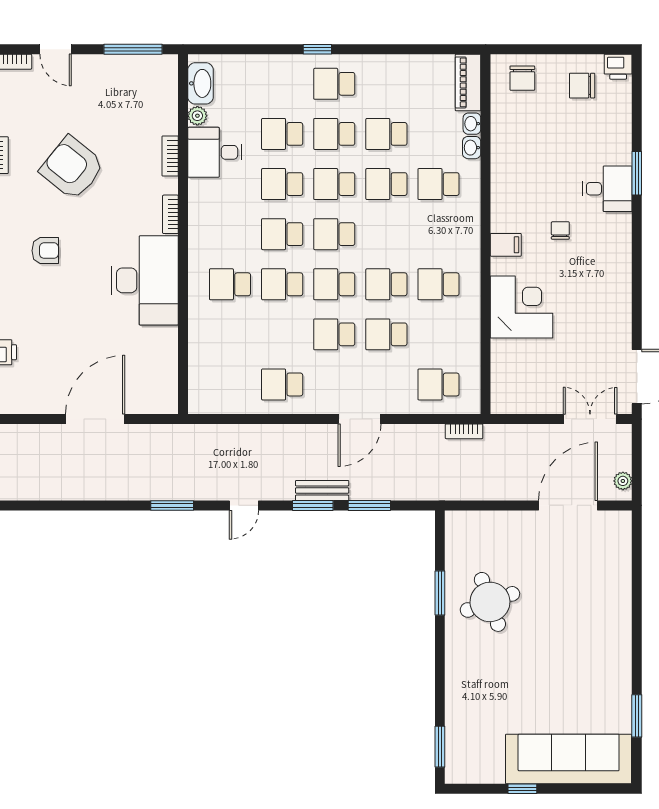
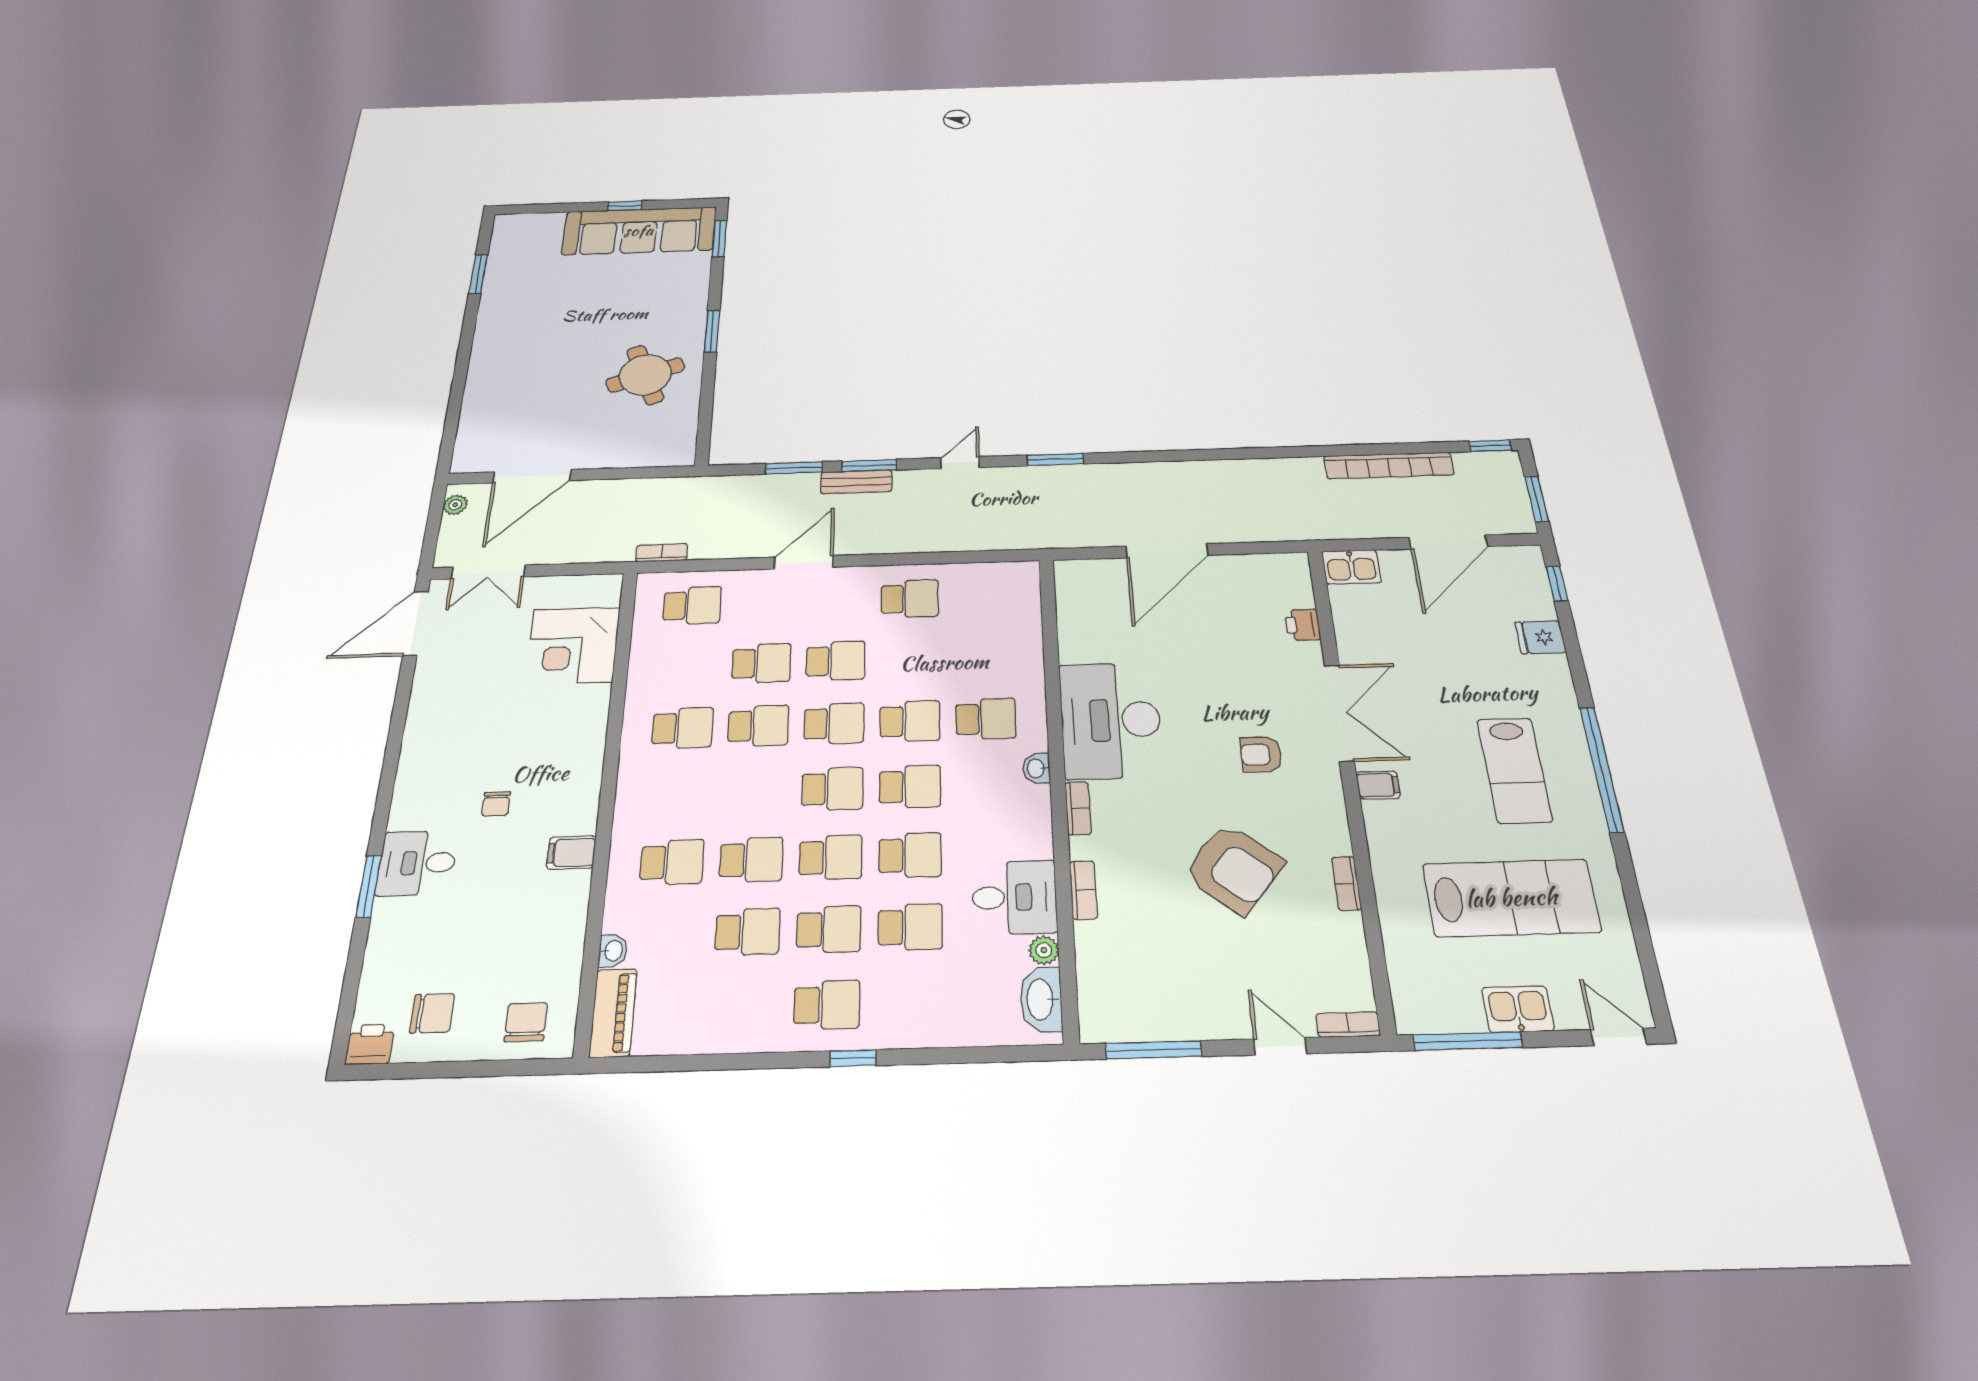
washbasin: (472, 148) -> (1036, 768), moved, turned 180
filing cabinet: (506, 245) -> (571, 853), moved
corner desk: (521, 307) -> (573, 645), moved
window: (440, 593) -> (712, 331), moved
sofa: (569, 759) -> (639, 231), moved

